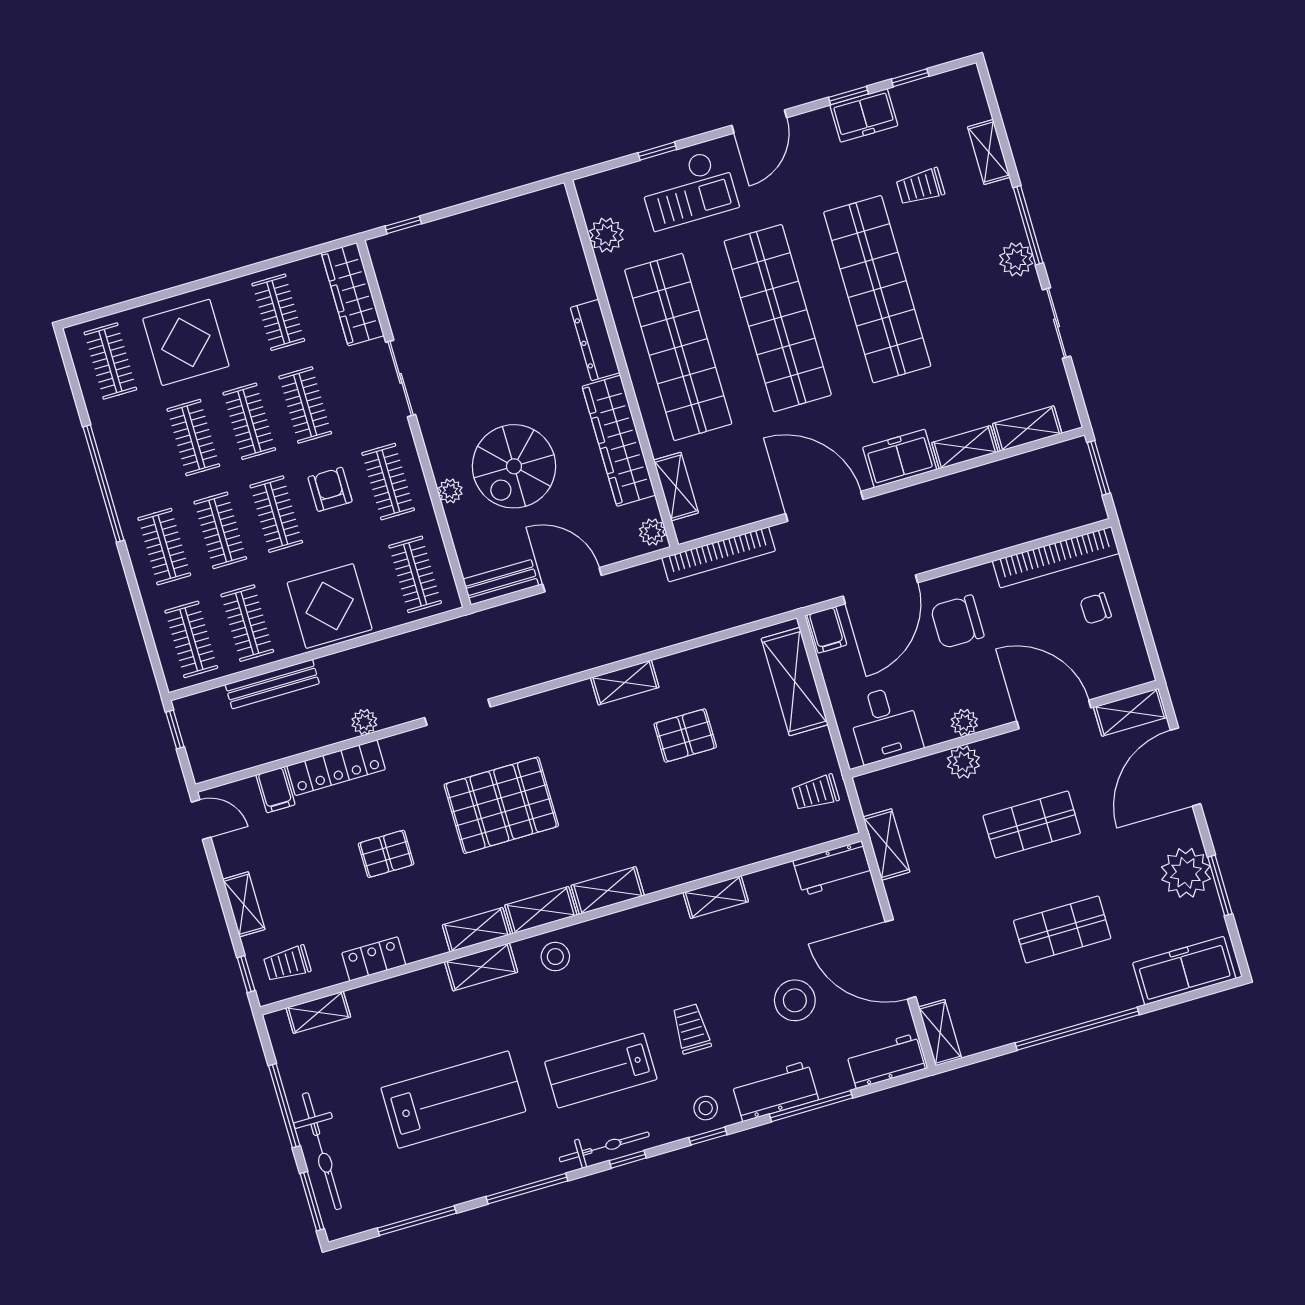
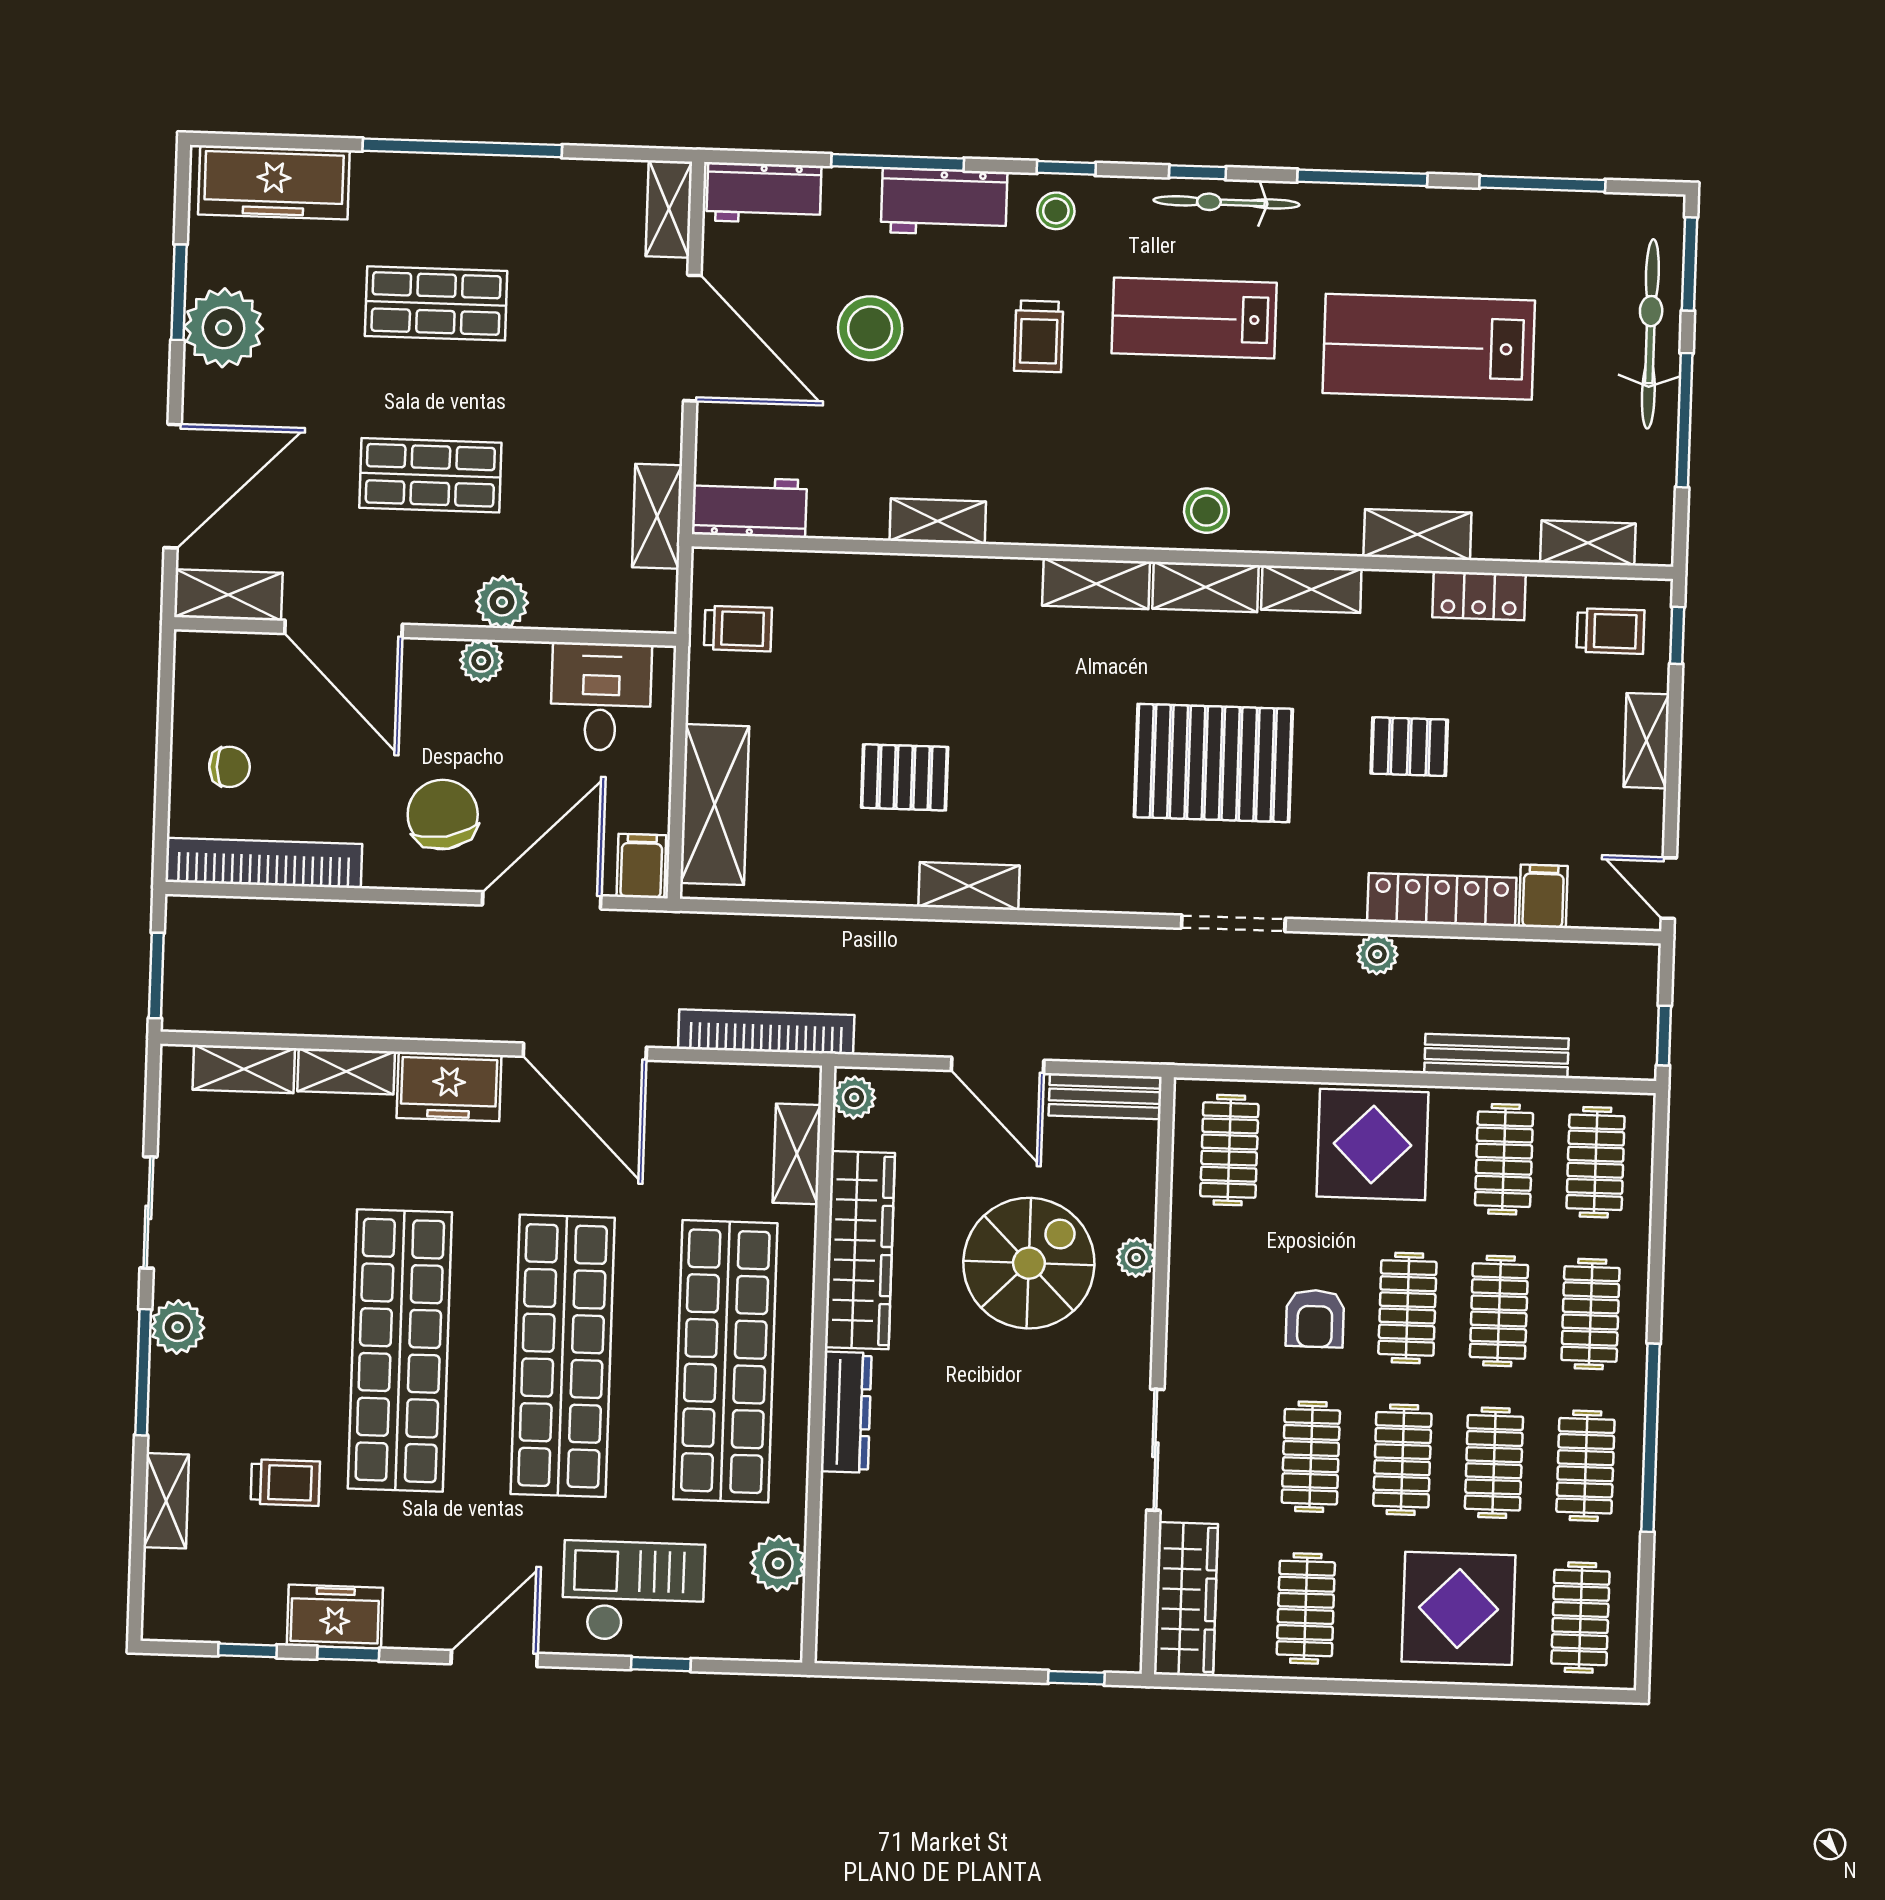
clothes rail: (388, 482) -> (1585, 1466), moved
chair: (957, 622) -> (443, 815), turned -101
shelving: (481, 967) -> (1417, 534), moved
lab bench: (601, 1071) -> (1194, 318), turned 180

